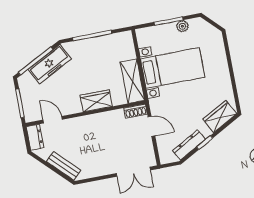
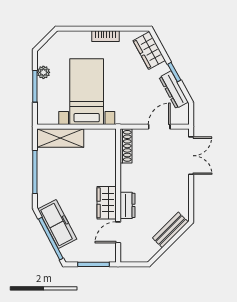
bookcase: (225, 75) -> (105, 36), added
shelving: (132, 81) -> (60, 138), moved
wardrobe: (96, 101) -> (107, 203), moved
shoe rack: (136, 111) -> (126, 146), width x1.43
door: (151, 126) -> (159, 127), moved
dresser: (35, 137) -> (127, 205), moved, turned 90

